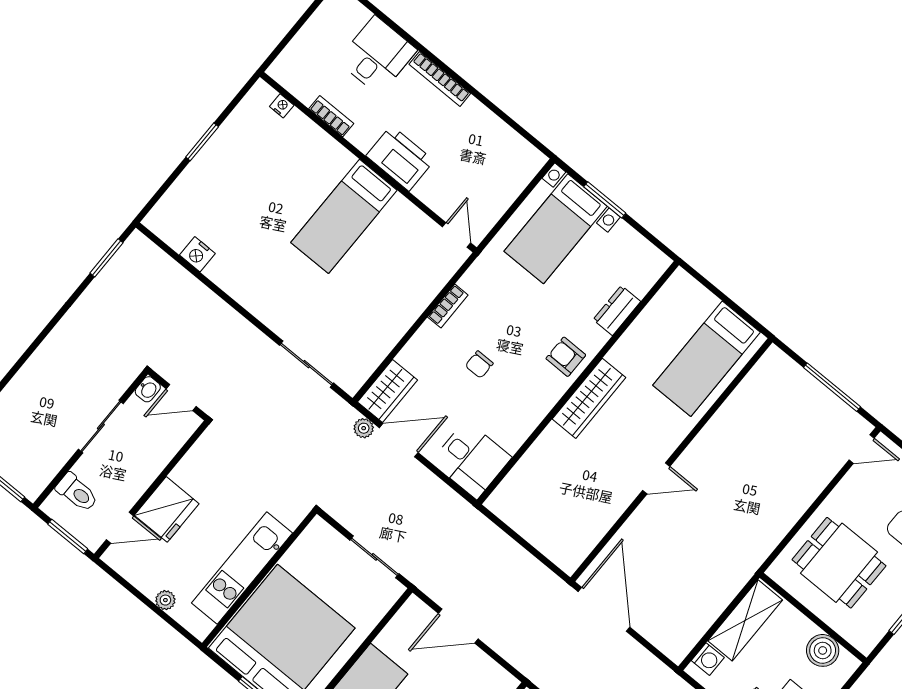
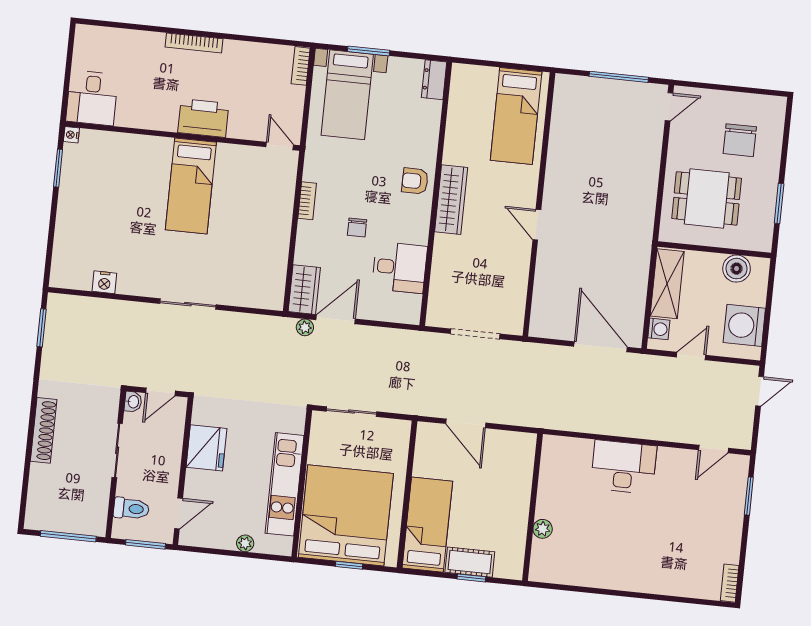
desk: (377, 55) -> (92, 98), moved, turned 180
nightstand: (282, 106) -> (71, 135), moved, turned -90
bookcase: (331, 116) -> (301, 66), moved, turned -90
window: (202, 142) -> (58, 168), moved
dresser: (617, 311) -> (434, 80), moved
shoe rack: (42, 359) -> (44, 430), added
sliding door: (306, 364) -> (188, 304), moved
desk: (471, 460) -> (400, 267), moved
door: (656, 478) -> (537, 225), swing flipped
fridge: (167, 509) -> (206, 448), moved
doorway: (526, 545) -> (475, 334), added
sliding door: (374, 557) -> (352, 412), moved
door: (604, 609) -> (601, 347), moved
door: (458, 626) -> (466, 423), hinge flipped

